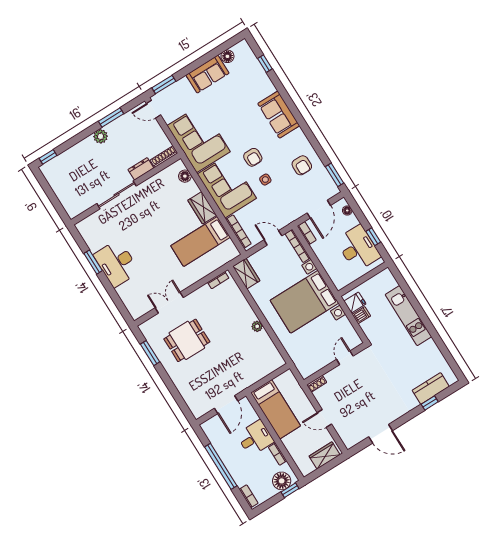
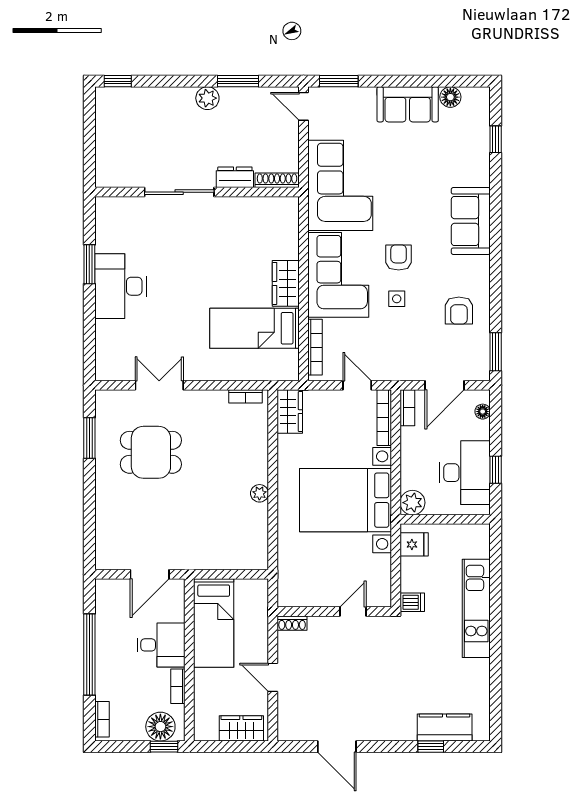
armchair: (253, 157) -> (399, 257), turned 180
floor lamp: (185, 176) -> (289, 225), removed
plant: (340, 281) -> (412, 503), added
dishwasher: (361, 315) -> (412, 602), moved

